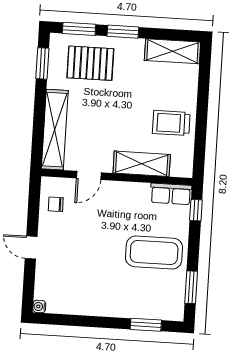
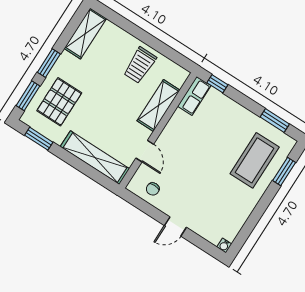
coffee table: (154, 253) -> (255, 160), moved

